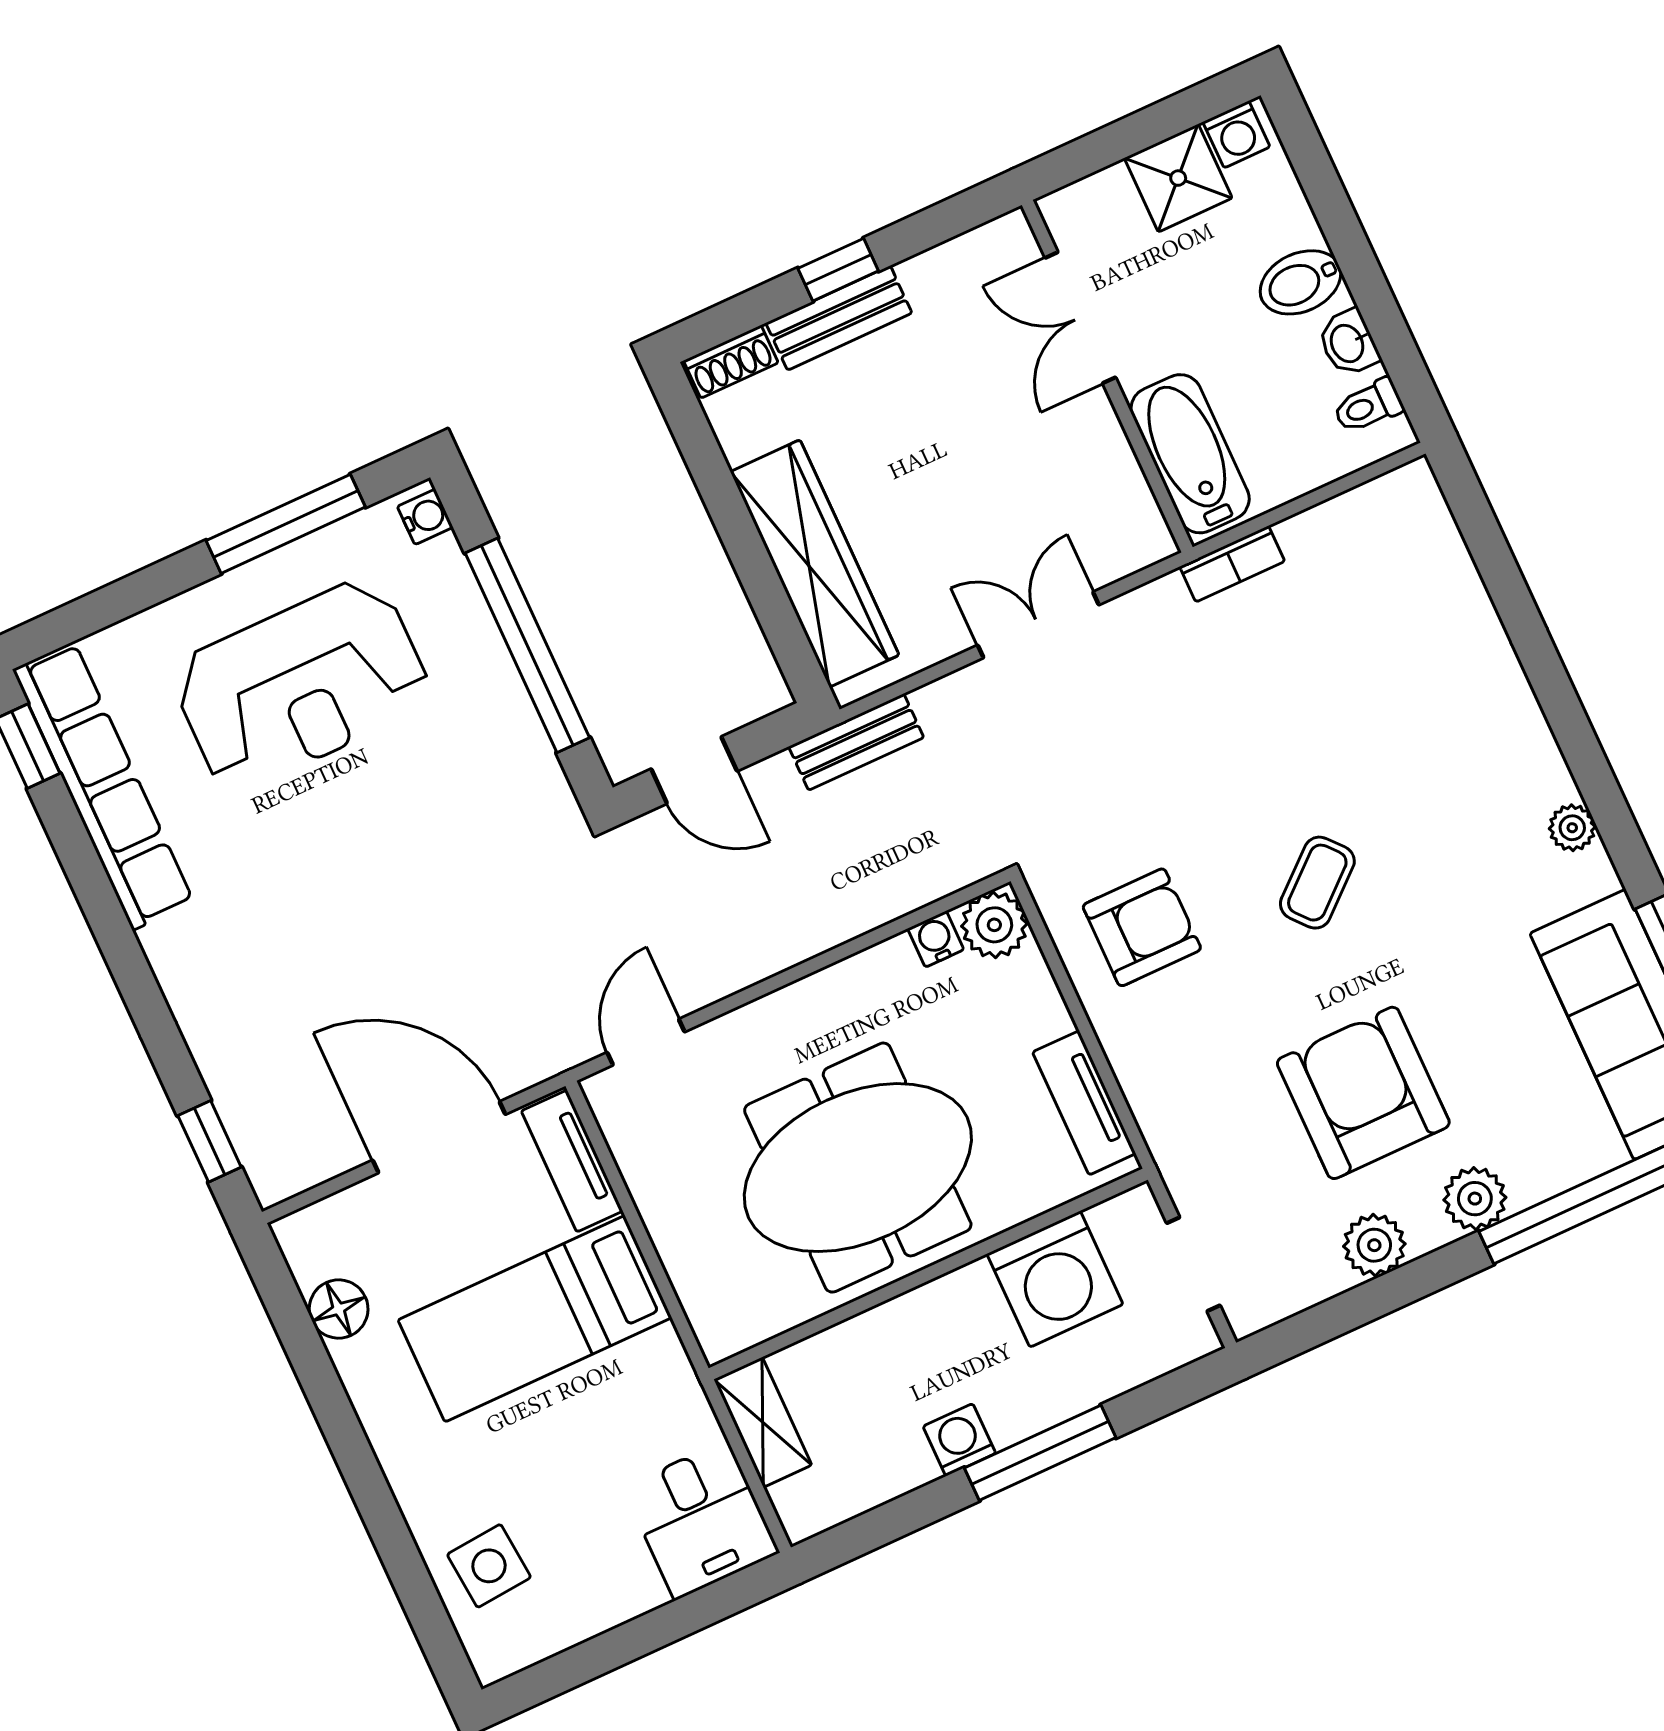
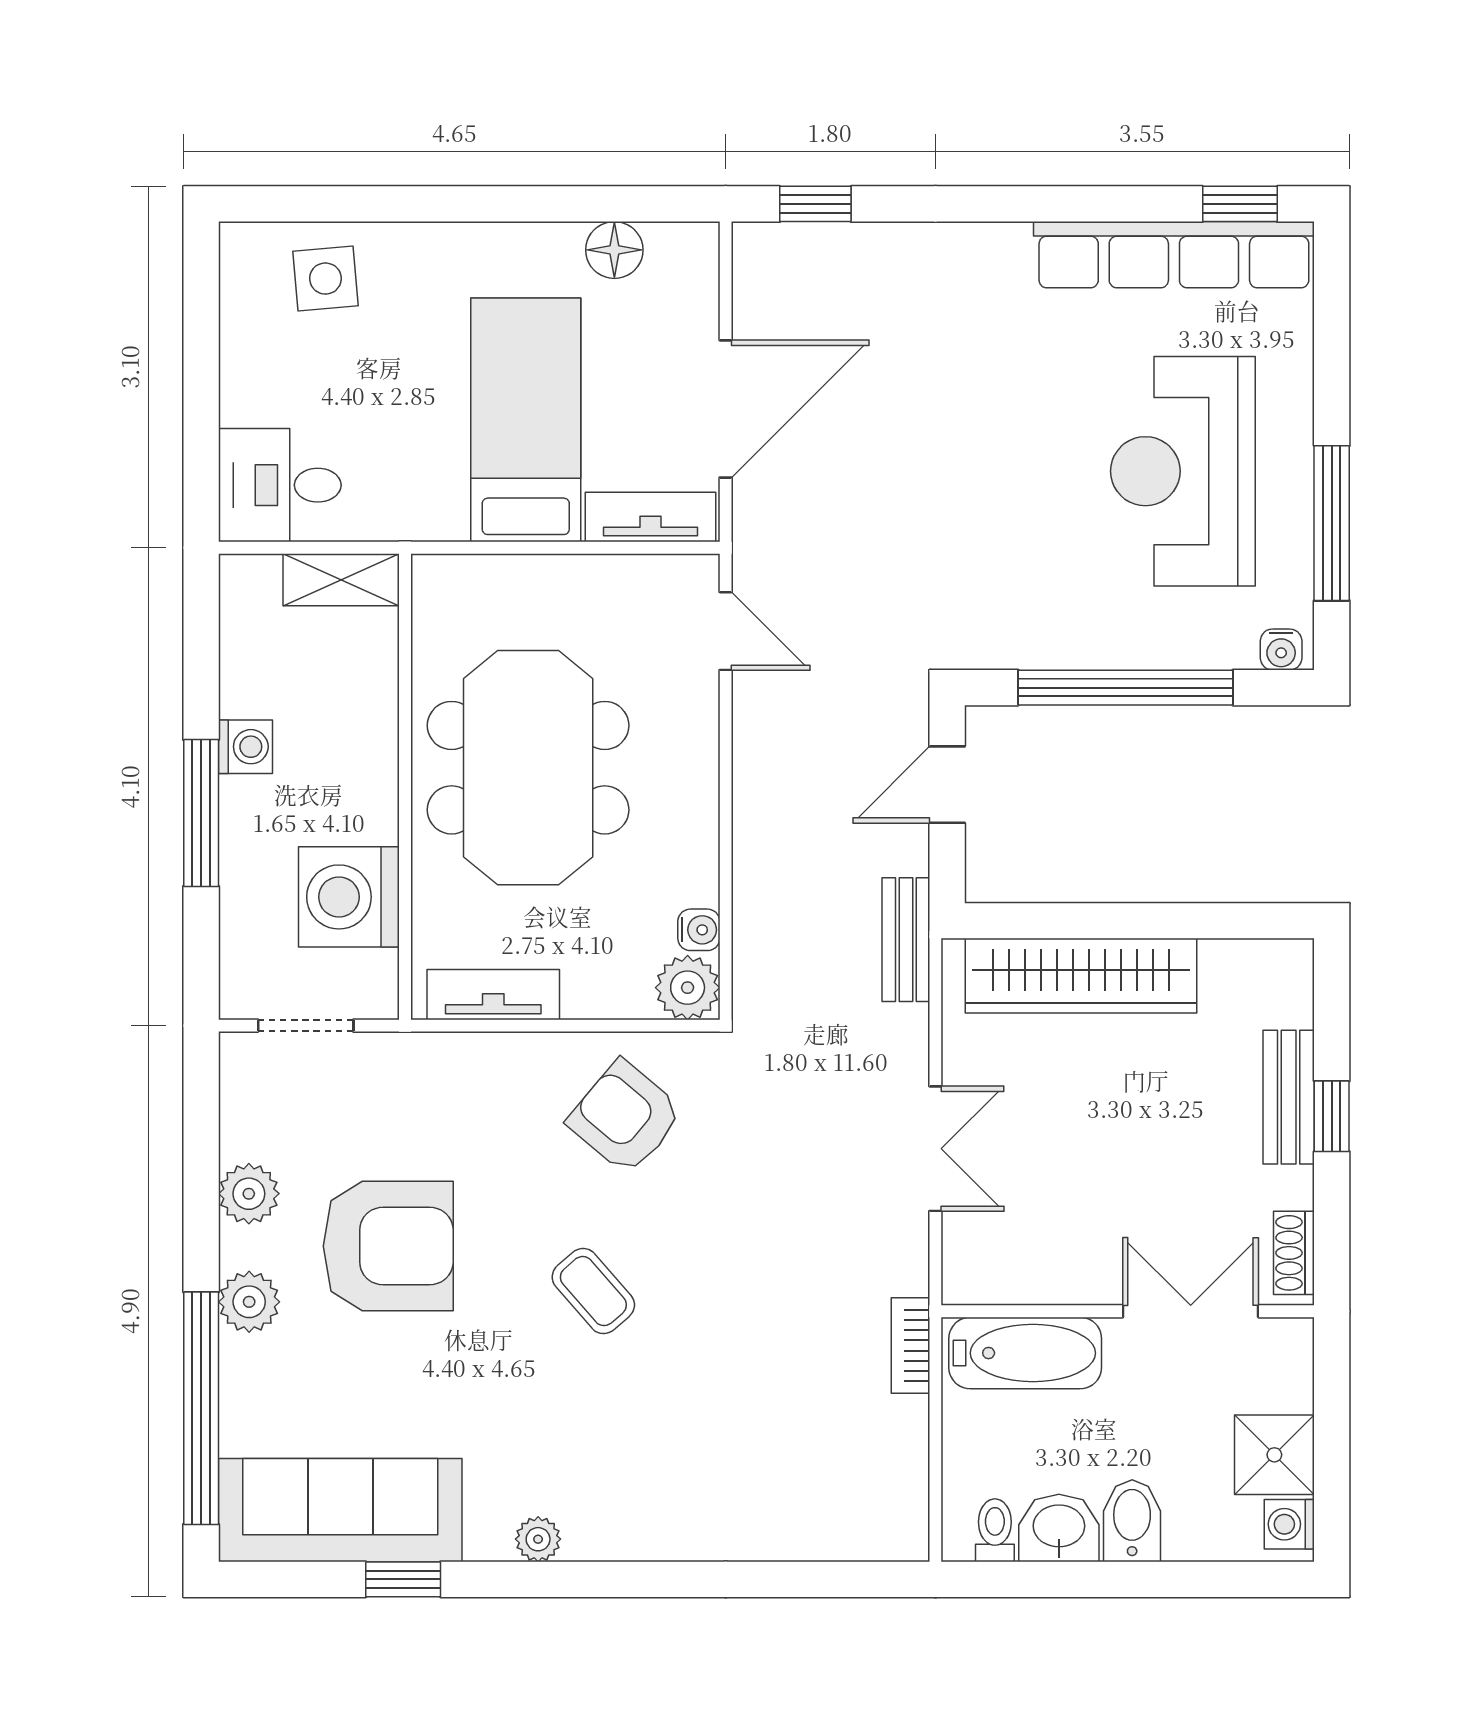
washbasin: (1348, 343) -> (1059, 1528), width x1.38, depth x1.45
shoe rack: (731, 362) -> (1294, 1253), moved
armchair: (1142, 927) -> (625, 1117), turned 130

